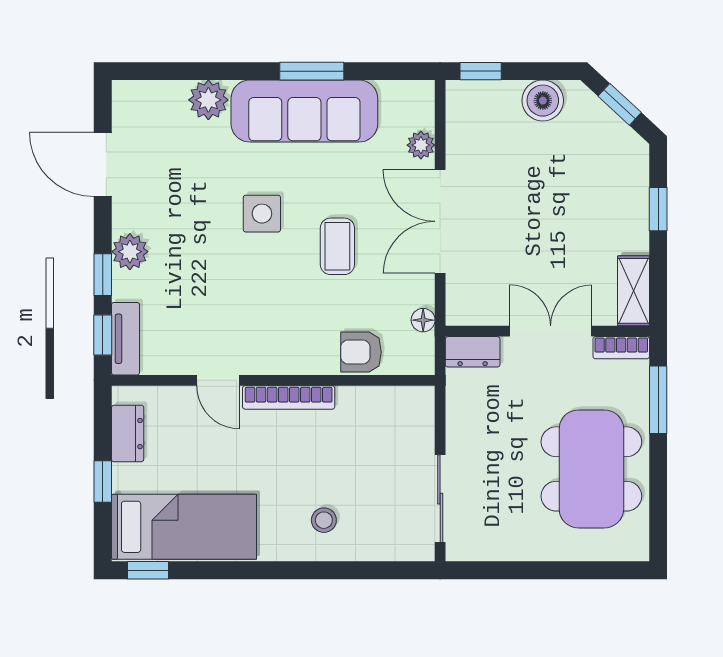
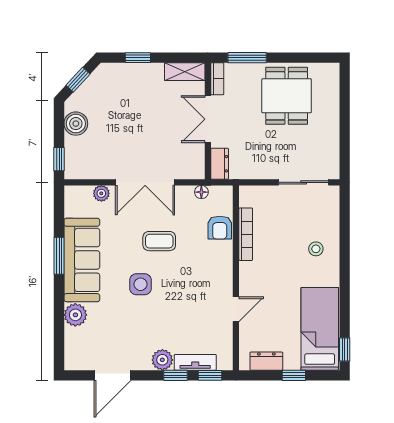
tv unit: (125, 339) -> (195, 362), moved
bookcase: (289, 397) -> (246, 234), moved
dining table: (591, 469) -> (287, 96), width x0.73

